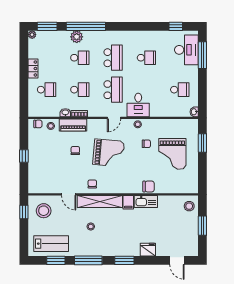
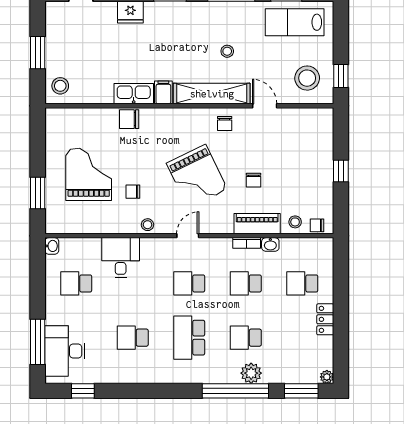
school desk: (113, 90) -> (189, 283), width x0.54
desk: (138, 105) -> (121, 258), moved
grand piano: (109, 153) -> (197, 176), turned -121

